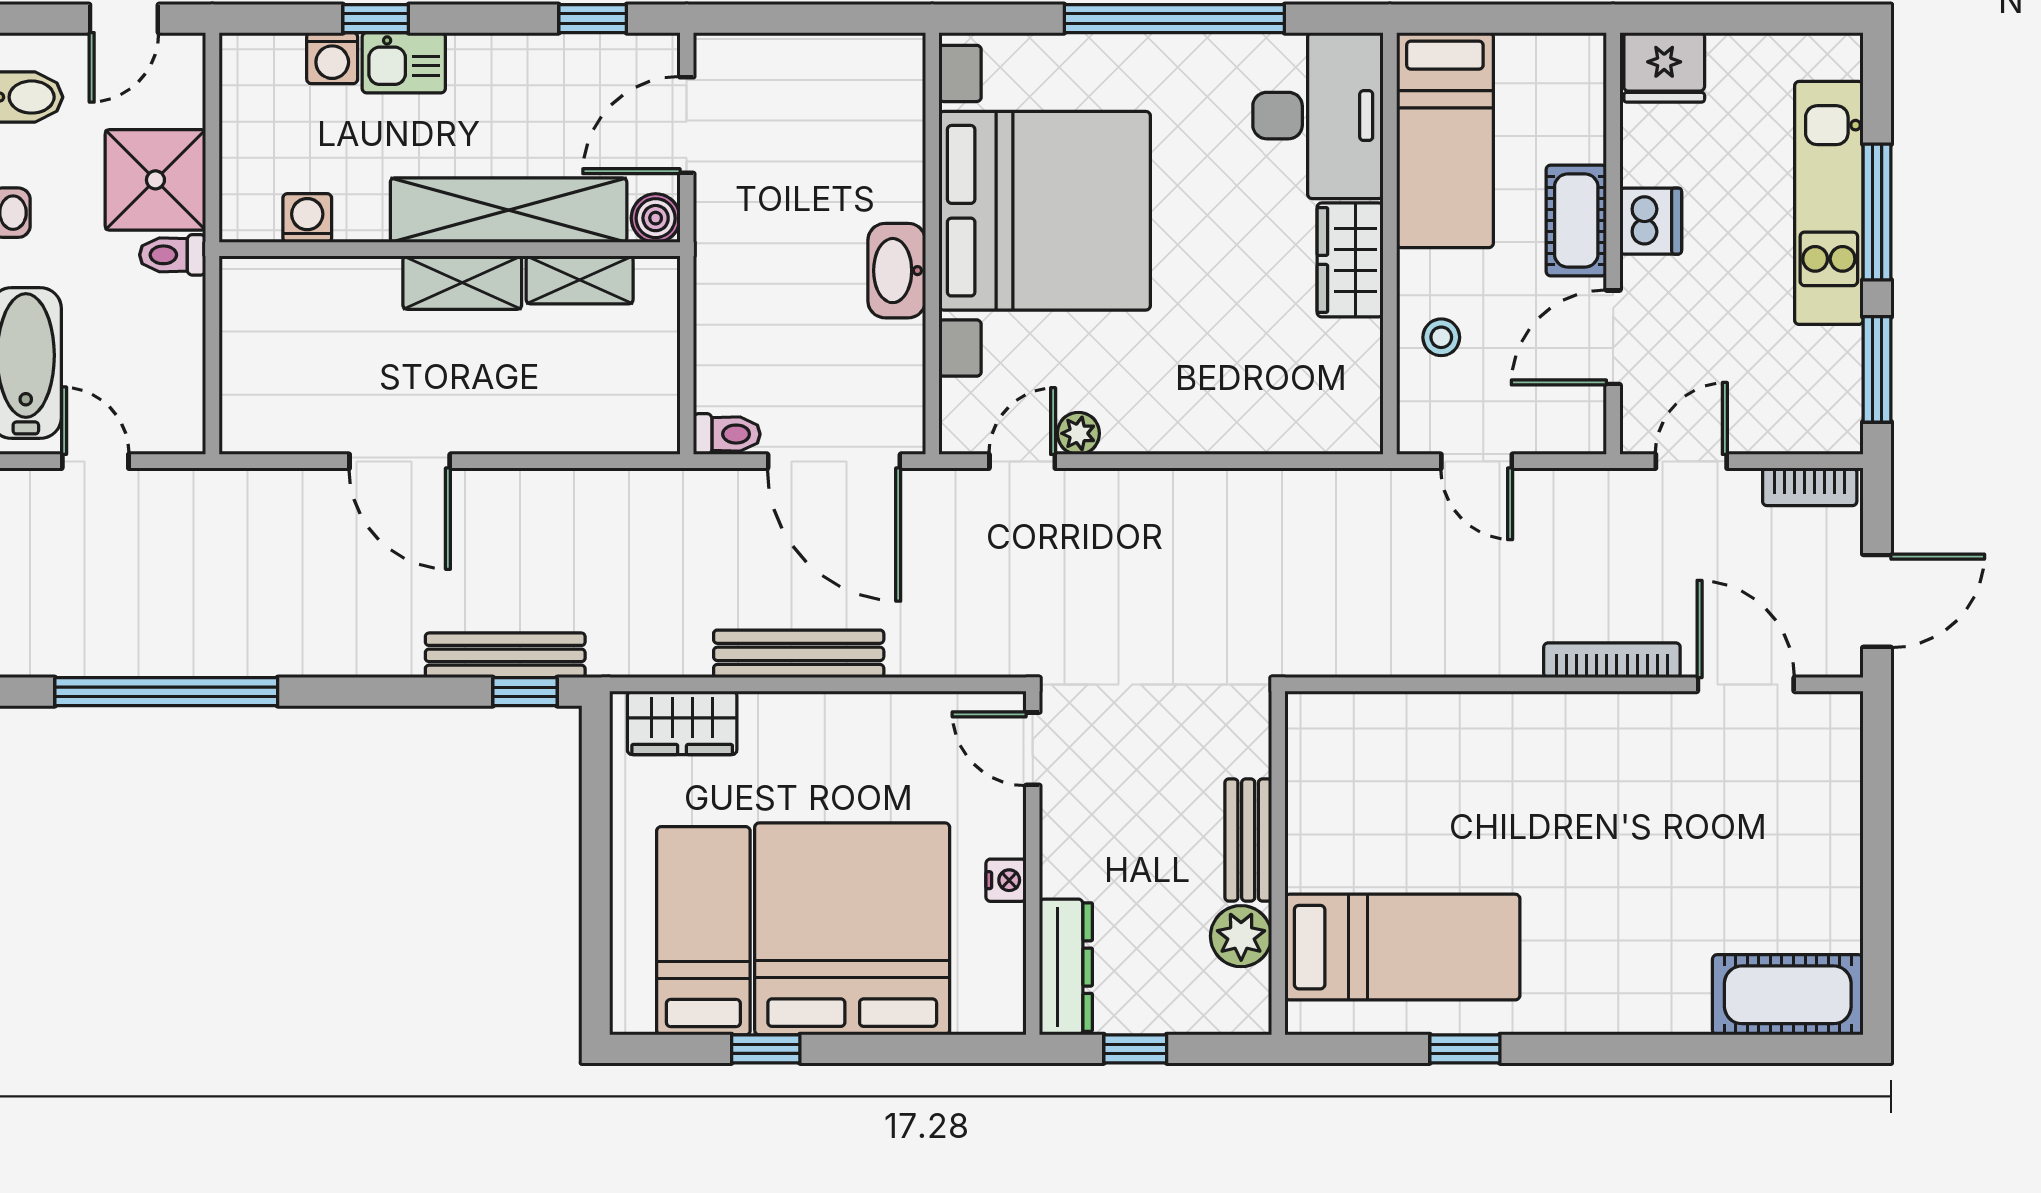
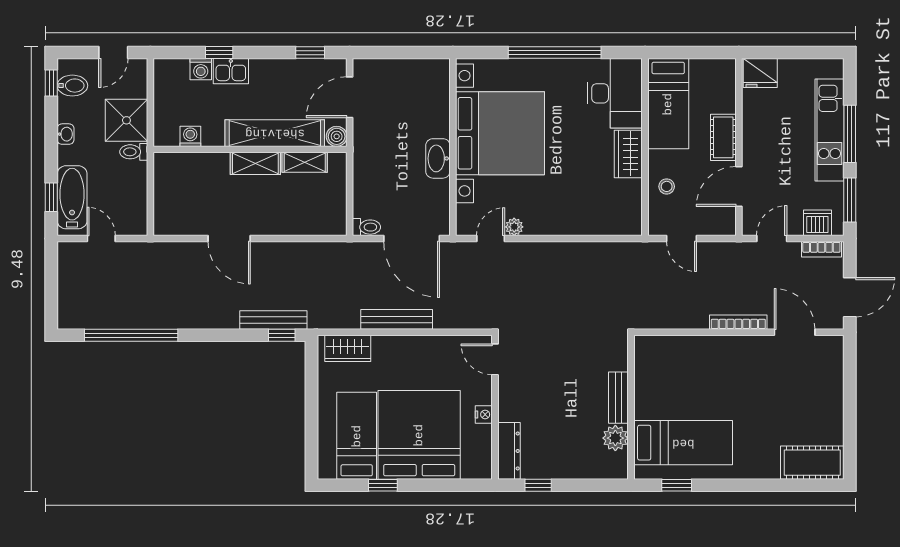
dishwasher: (1651, 221) -> (817, 223), moved, turned -90
bench: (1248, 840) -> (618, 398), moved
wall: (1278, 863) -> (631, 407), moved
plant: (1241, 936) -> (615, 438), moved
bed: (1402, 947) -> (683, 443), moved

